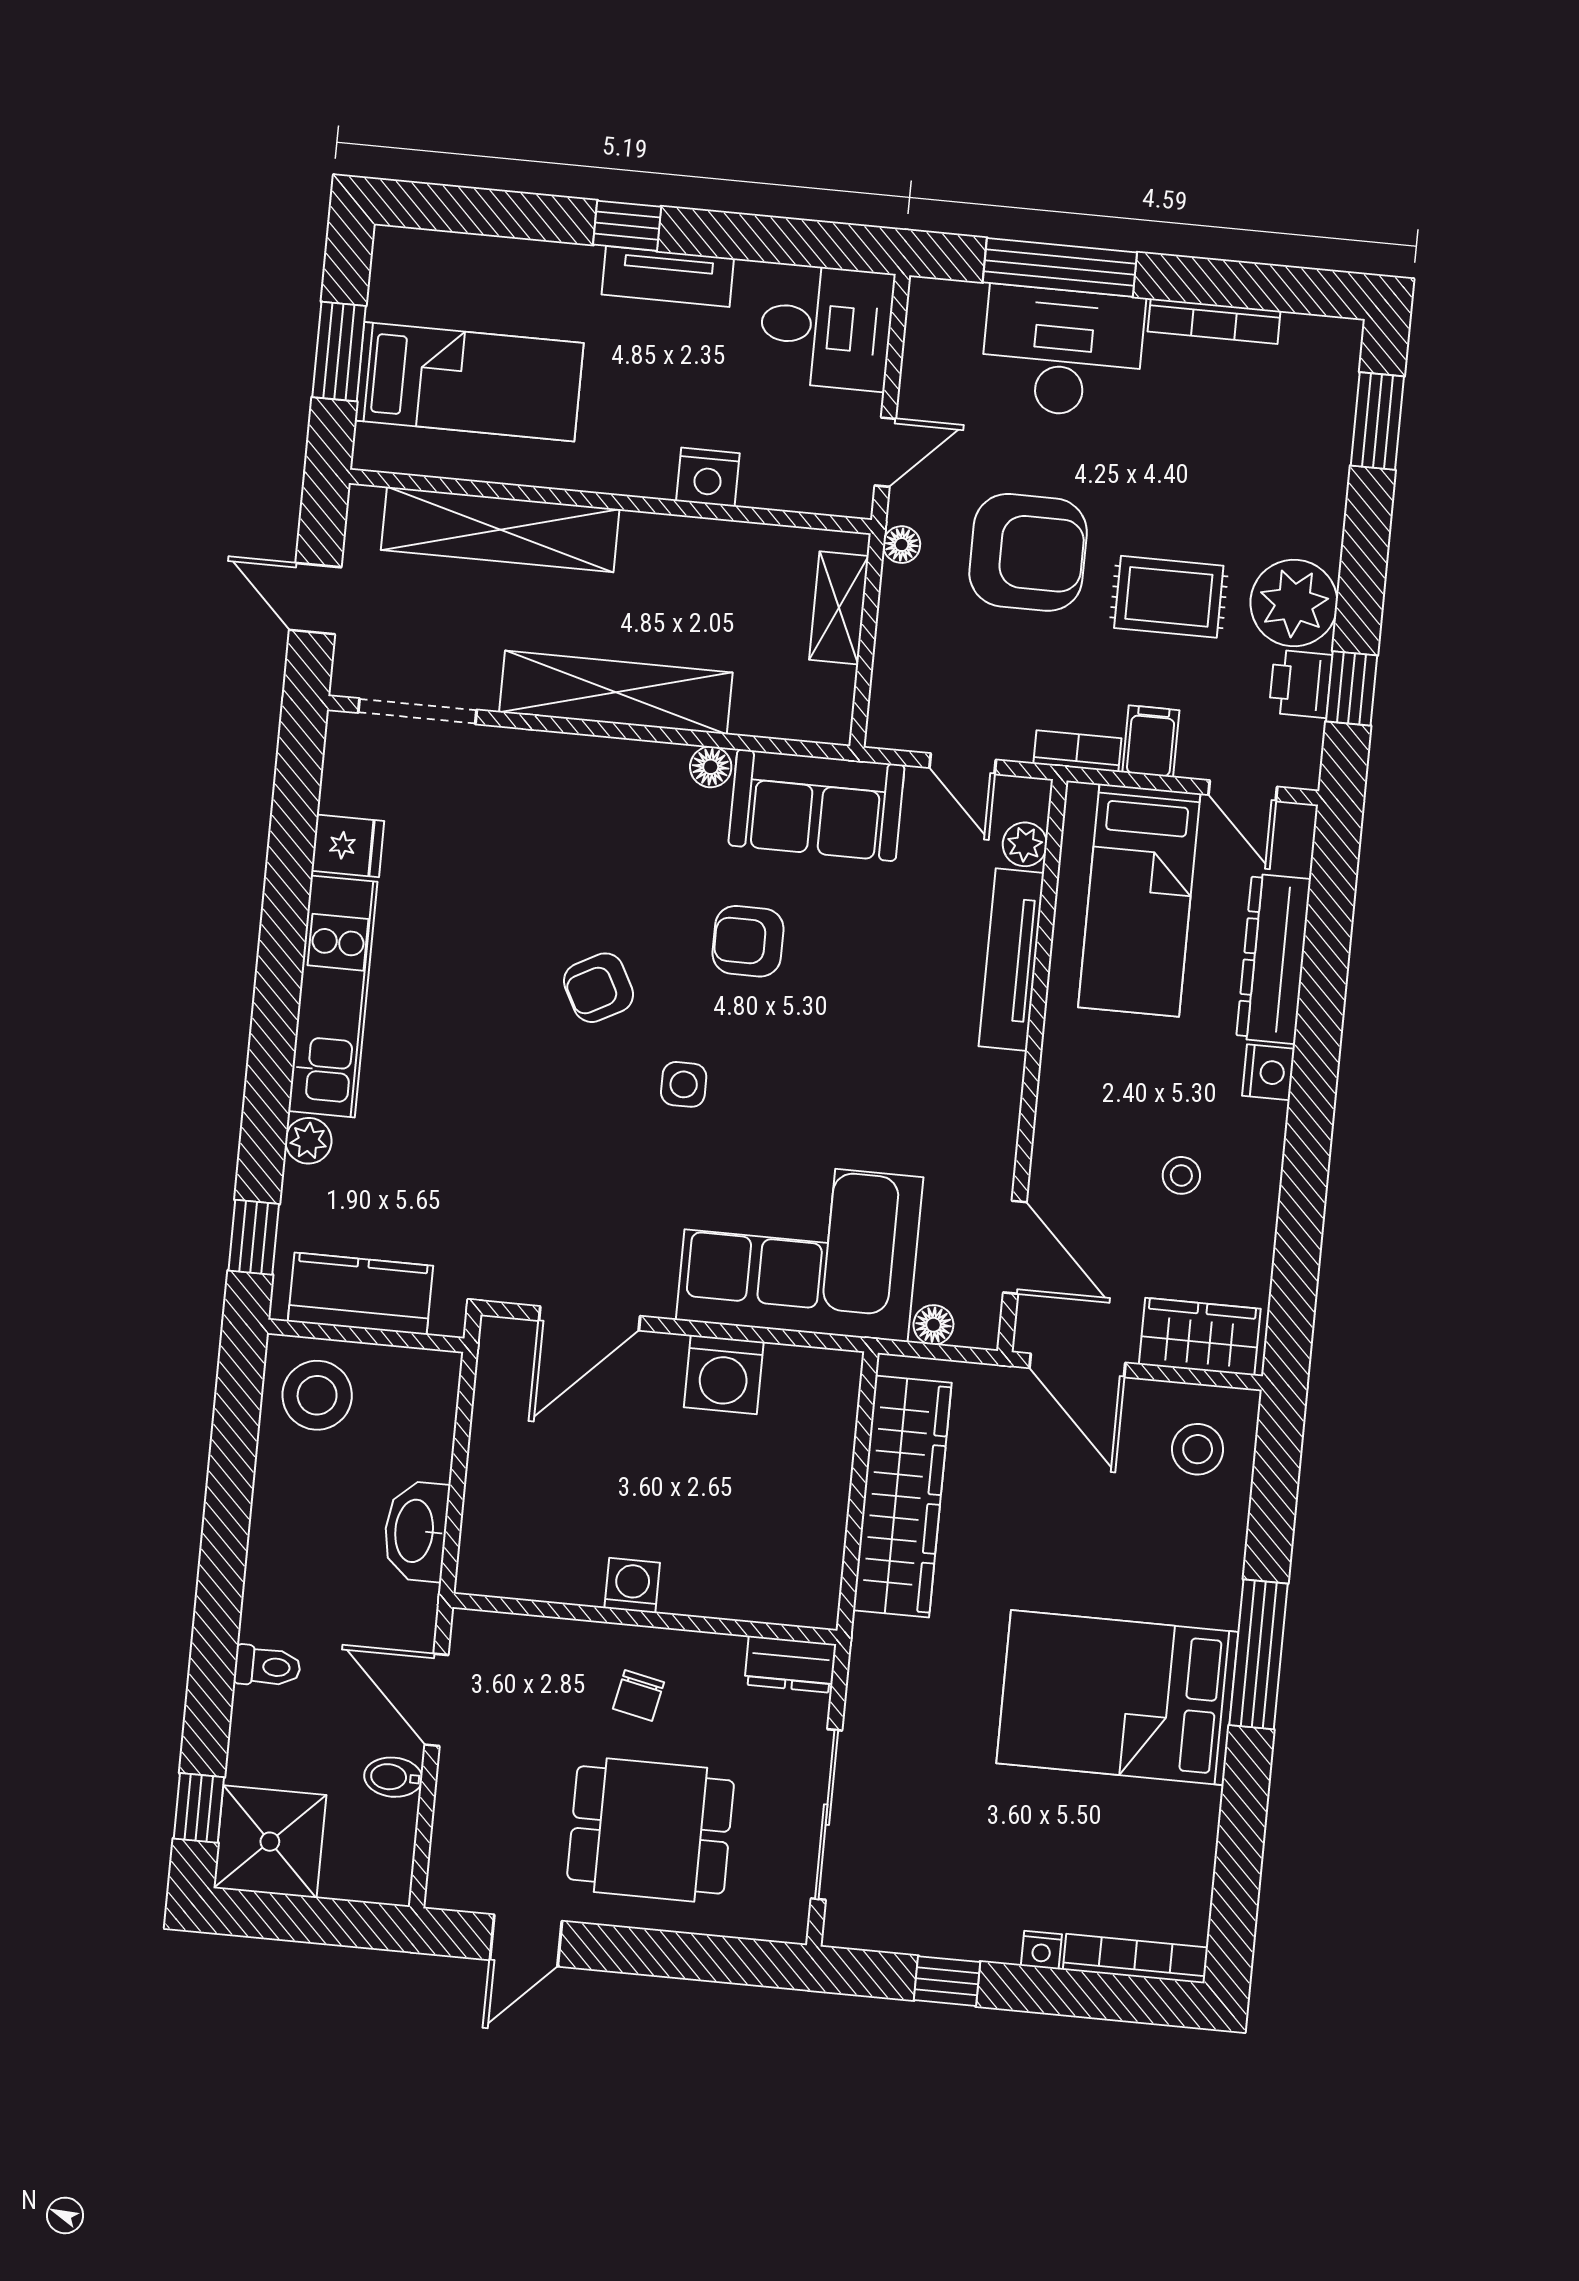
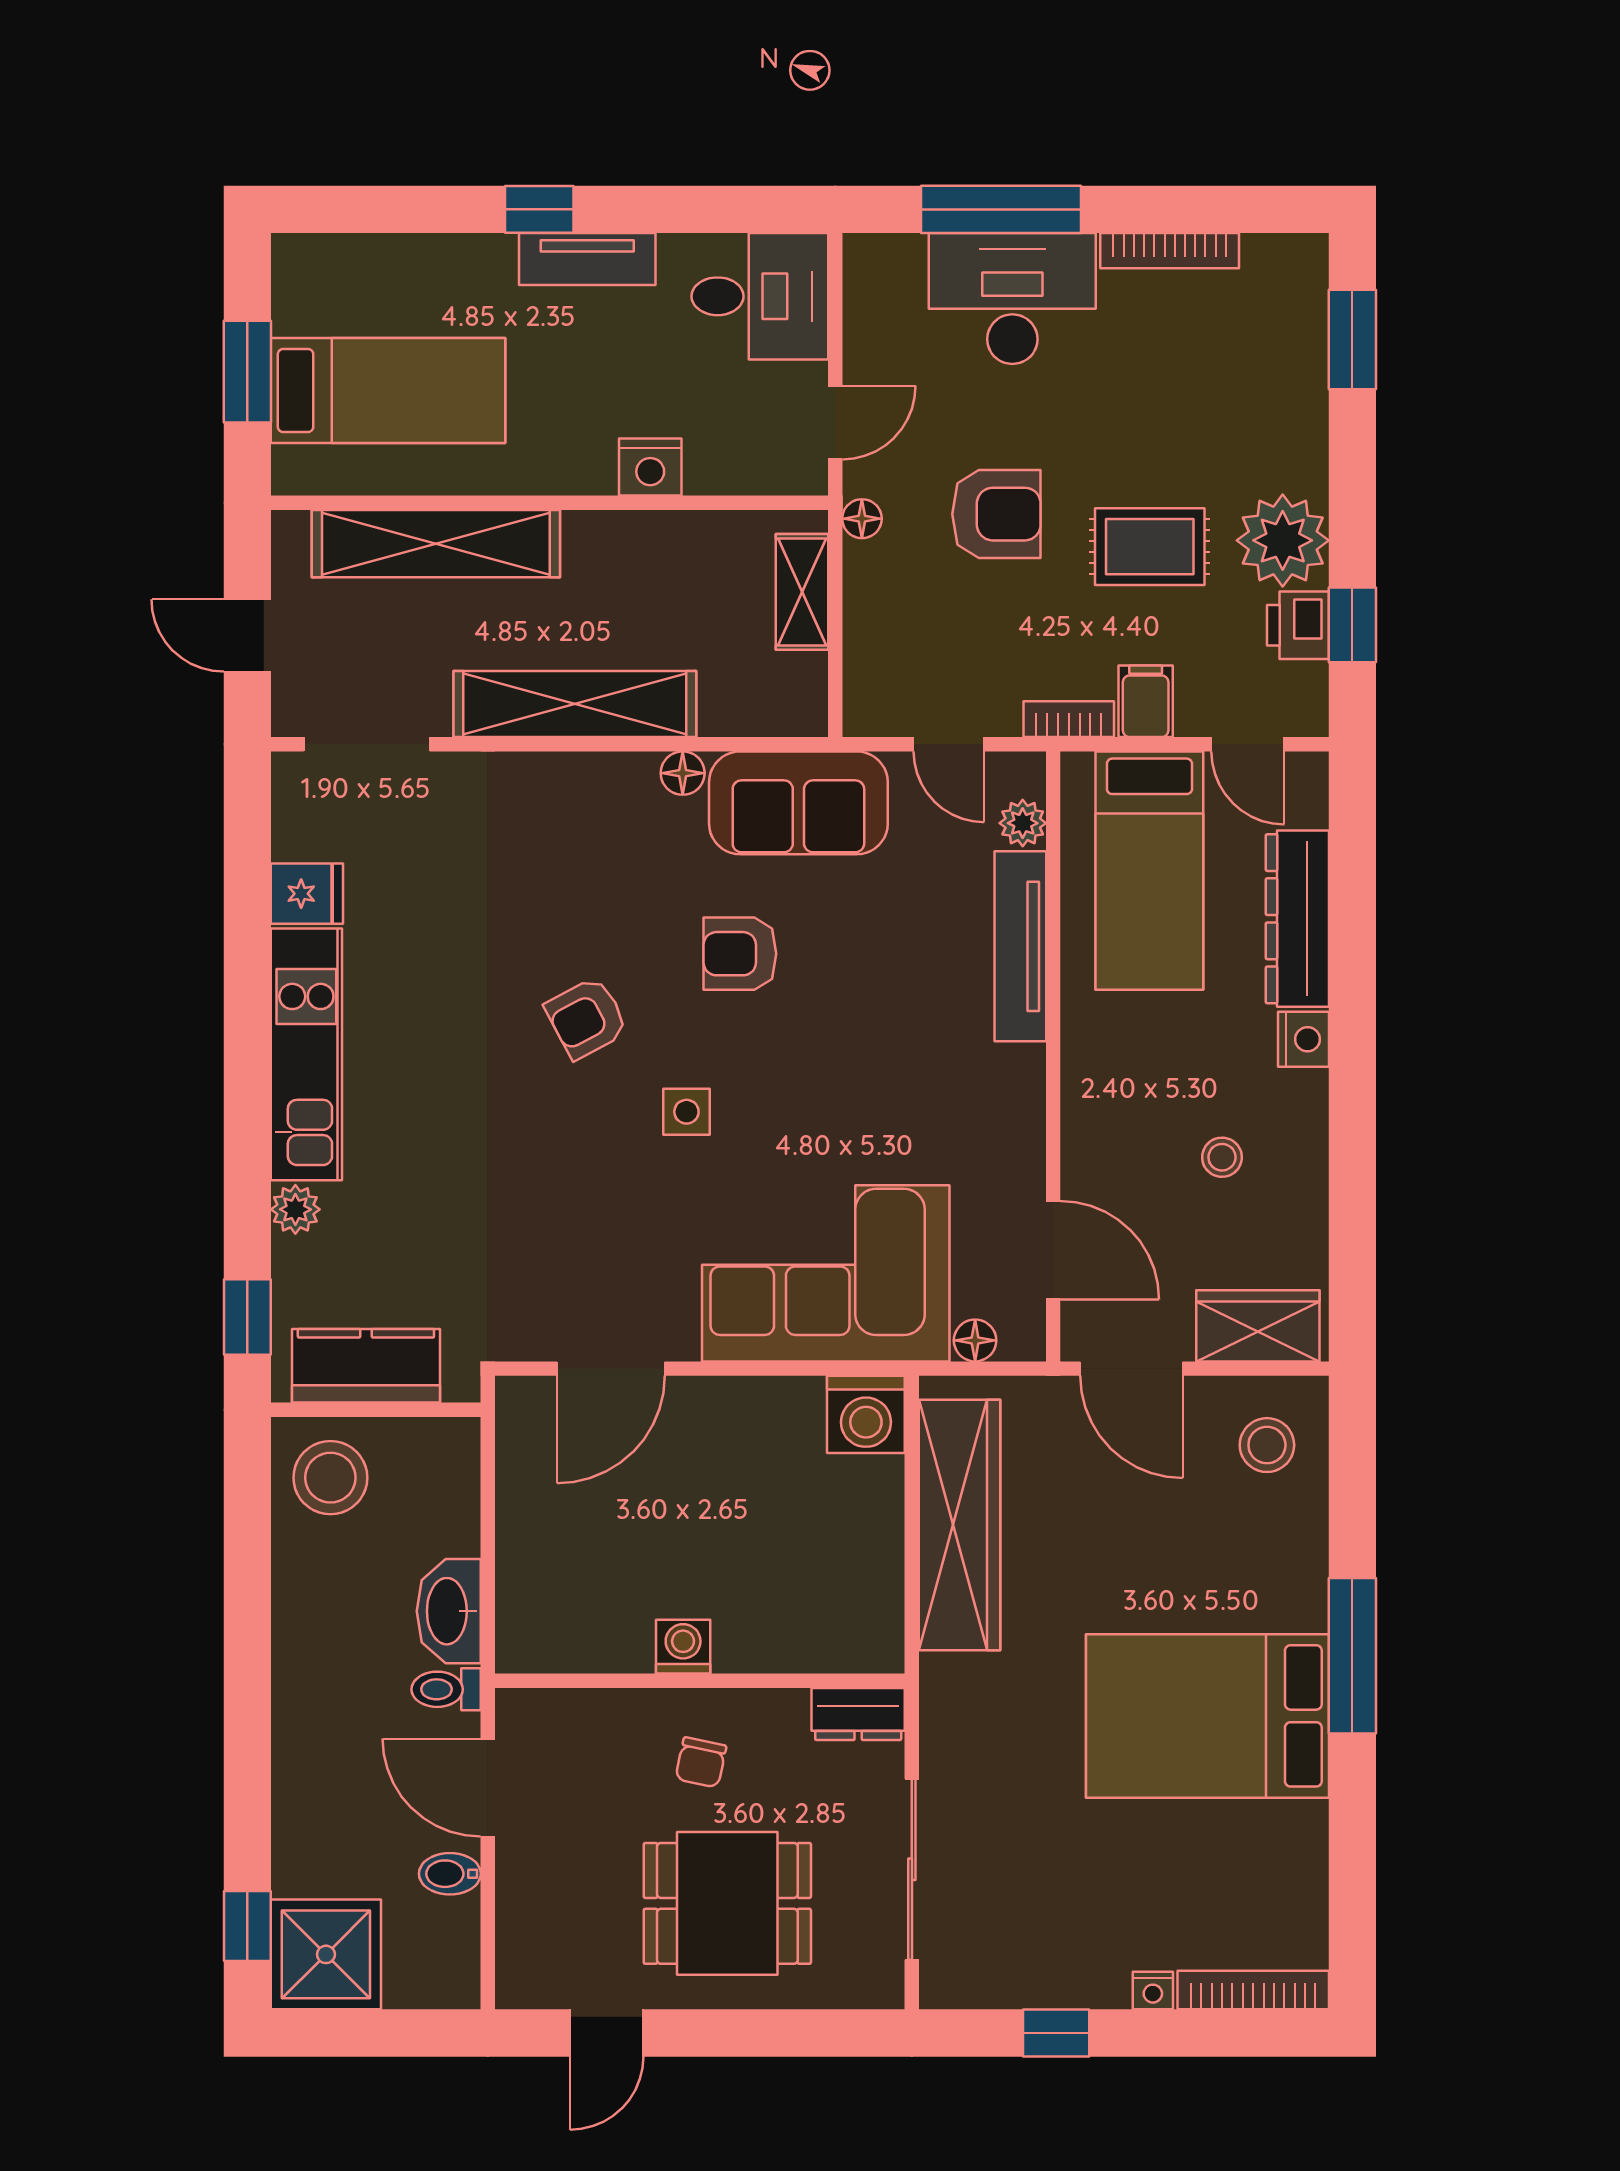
armchair: (1028, 552) -> (996, 514), width x0.73, depth x0.73
washing machine: (724, 1375) -> (866, 1414), moved
toilet: (267, 1666) -> (446, 1689), moved, turned 180

